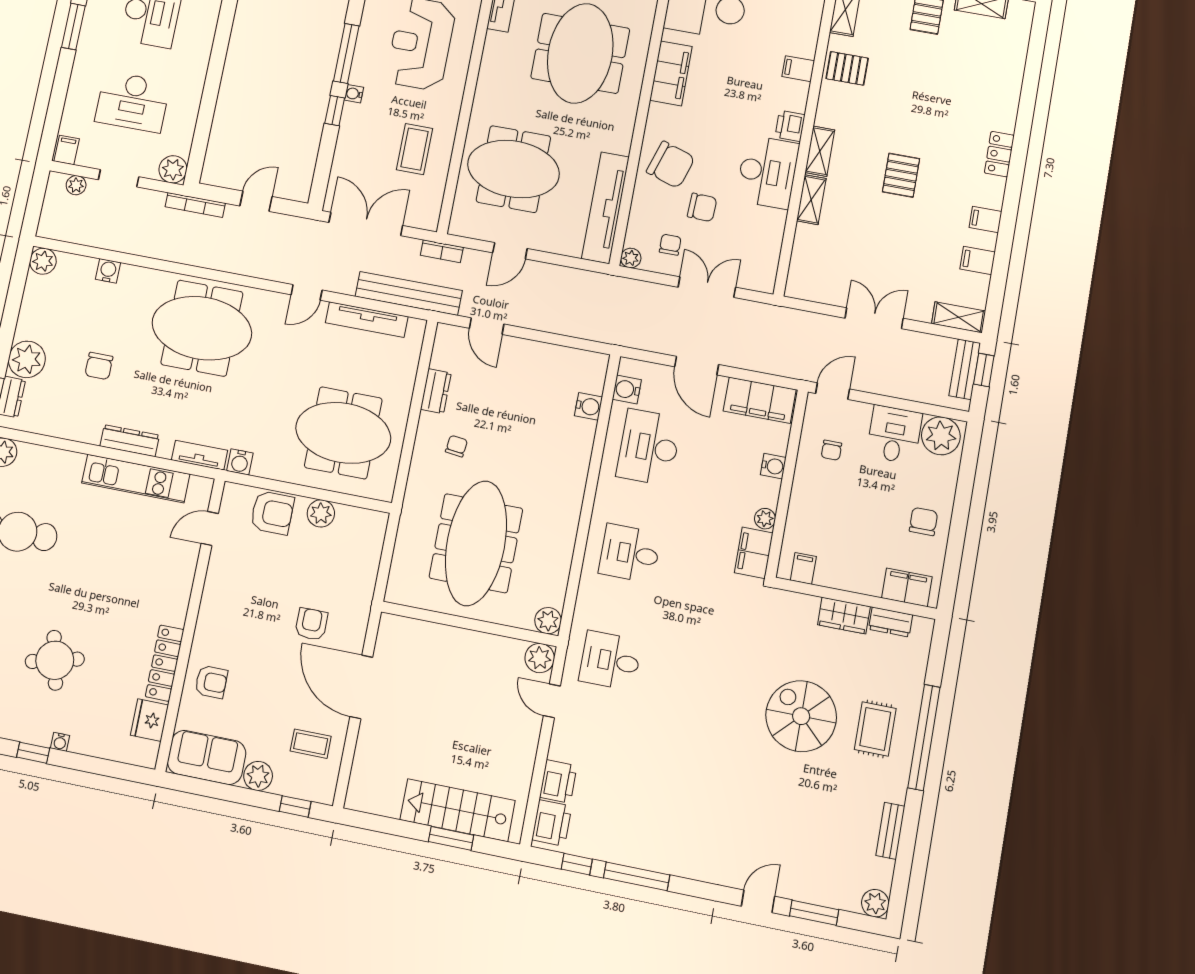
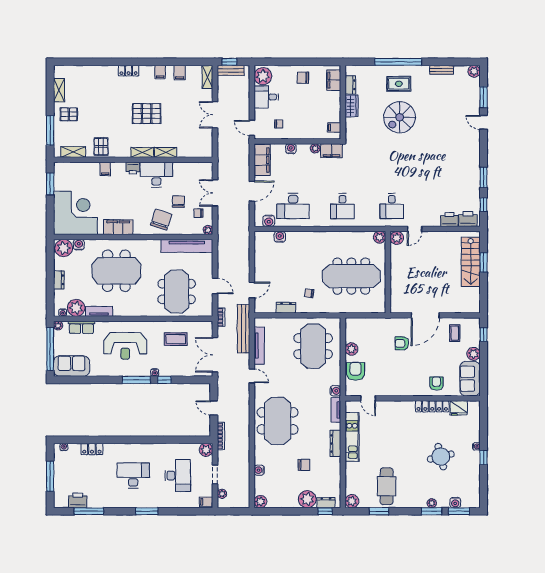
pallet: (901, 175) -> (147, 114), width x1.50, depth x1.42
window: (637, 876) -> (484, 177), width x0.69

